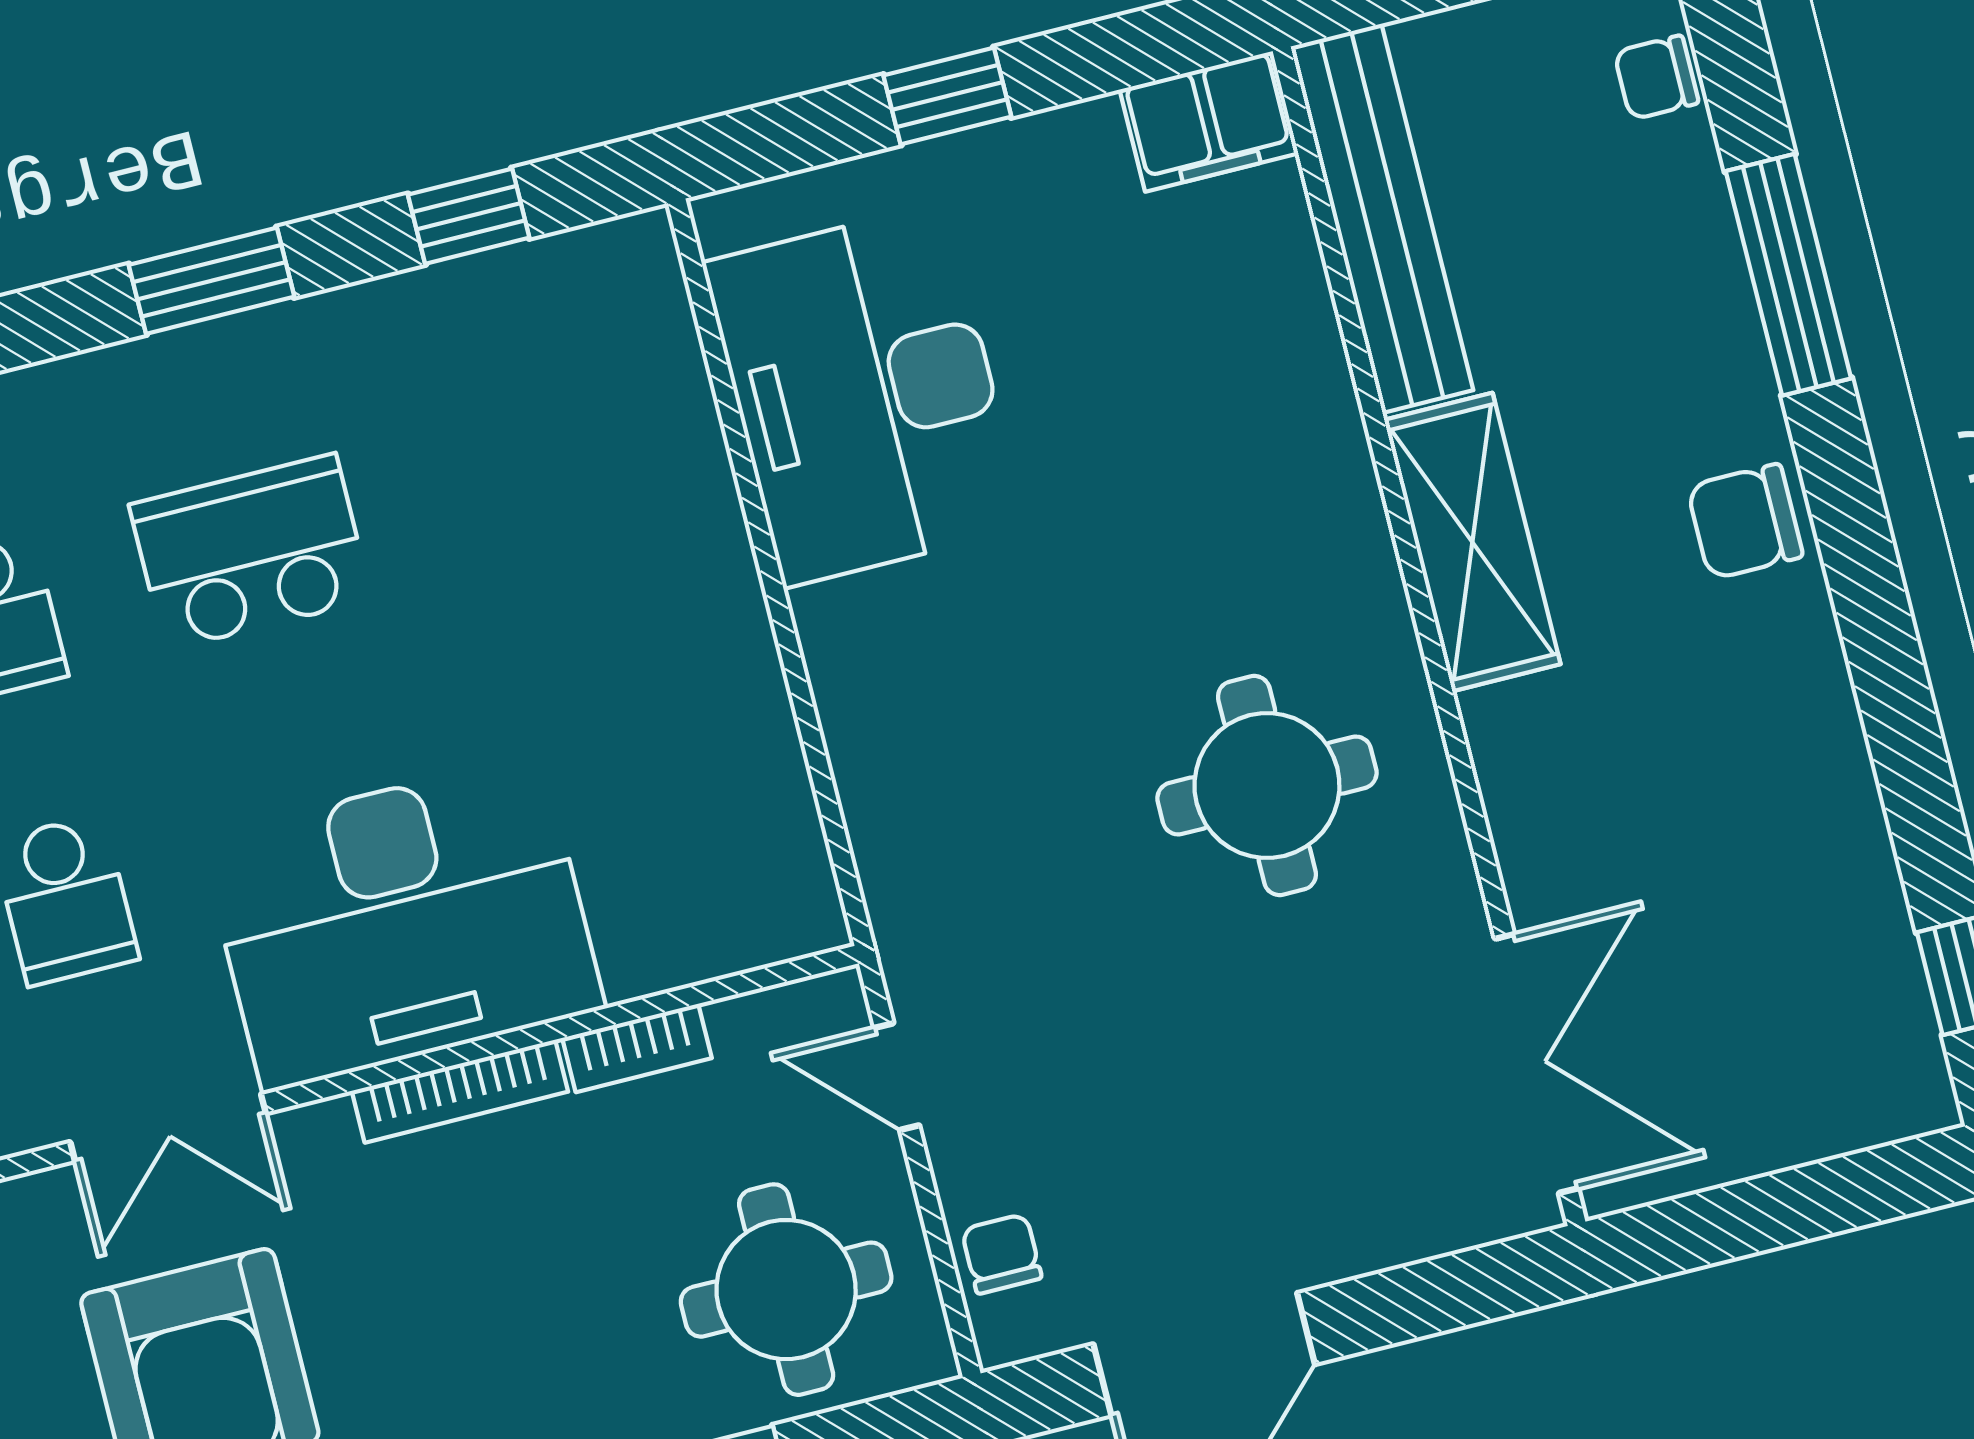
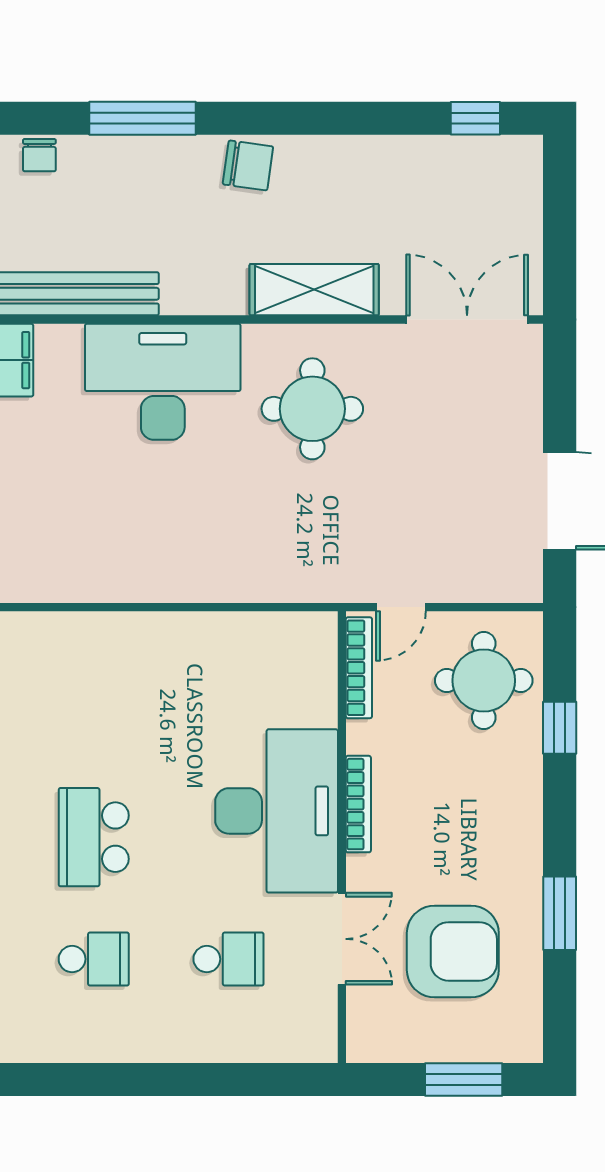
desk: (865, 395) -> (163, 382), moved, turned 180
chair: (1745, 522) -> (248, 165), turned -82
shelving: (1472, 542) -> (314, 290), moved
bookcase: (637, 1048) -> (359, 668), moved, width x1.56
chair: (1002, 1254) -> (492, 580), removed

